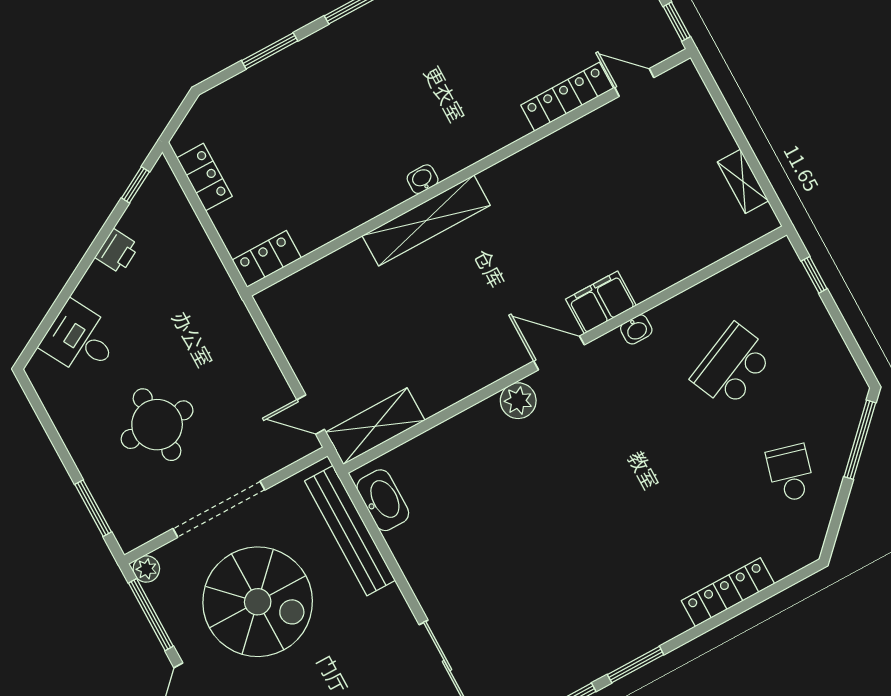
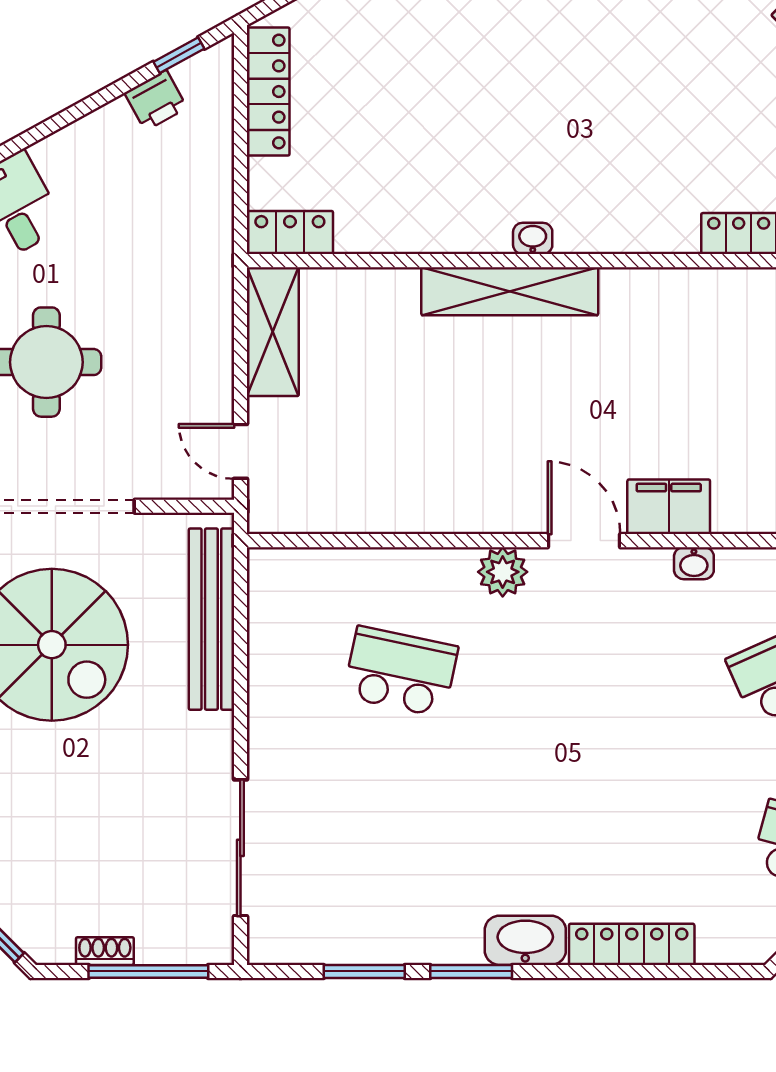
locker: (204, 177) -> (268, 92), width x1.53
printer: (117, 251) -> (156, 100), moved
shelving: (375, 426) -> (273, 332), moved, turned 90
school desk: (488, 499) -> (401, 671), added
washbasin: (383, 500) -> (525, 940), moved, turned -90

